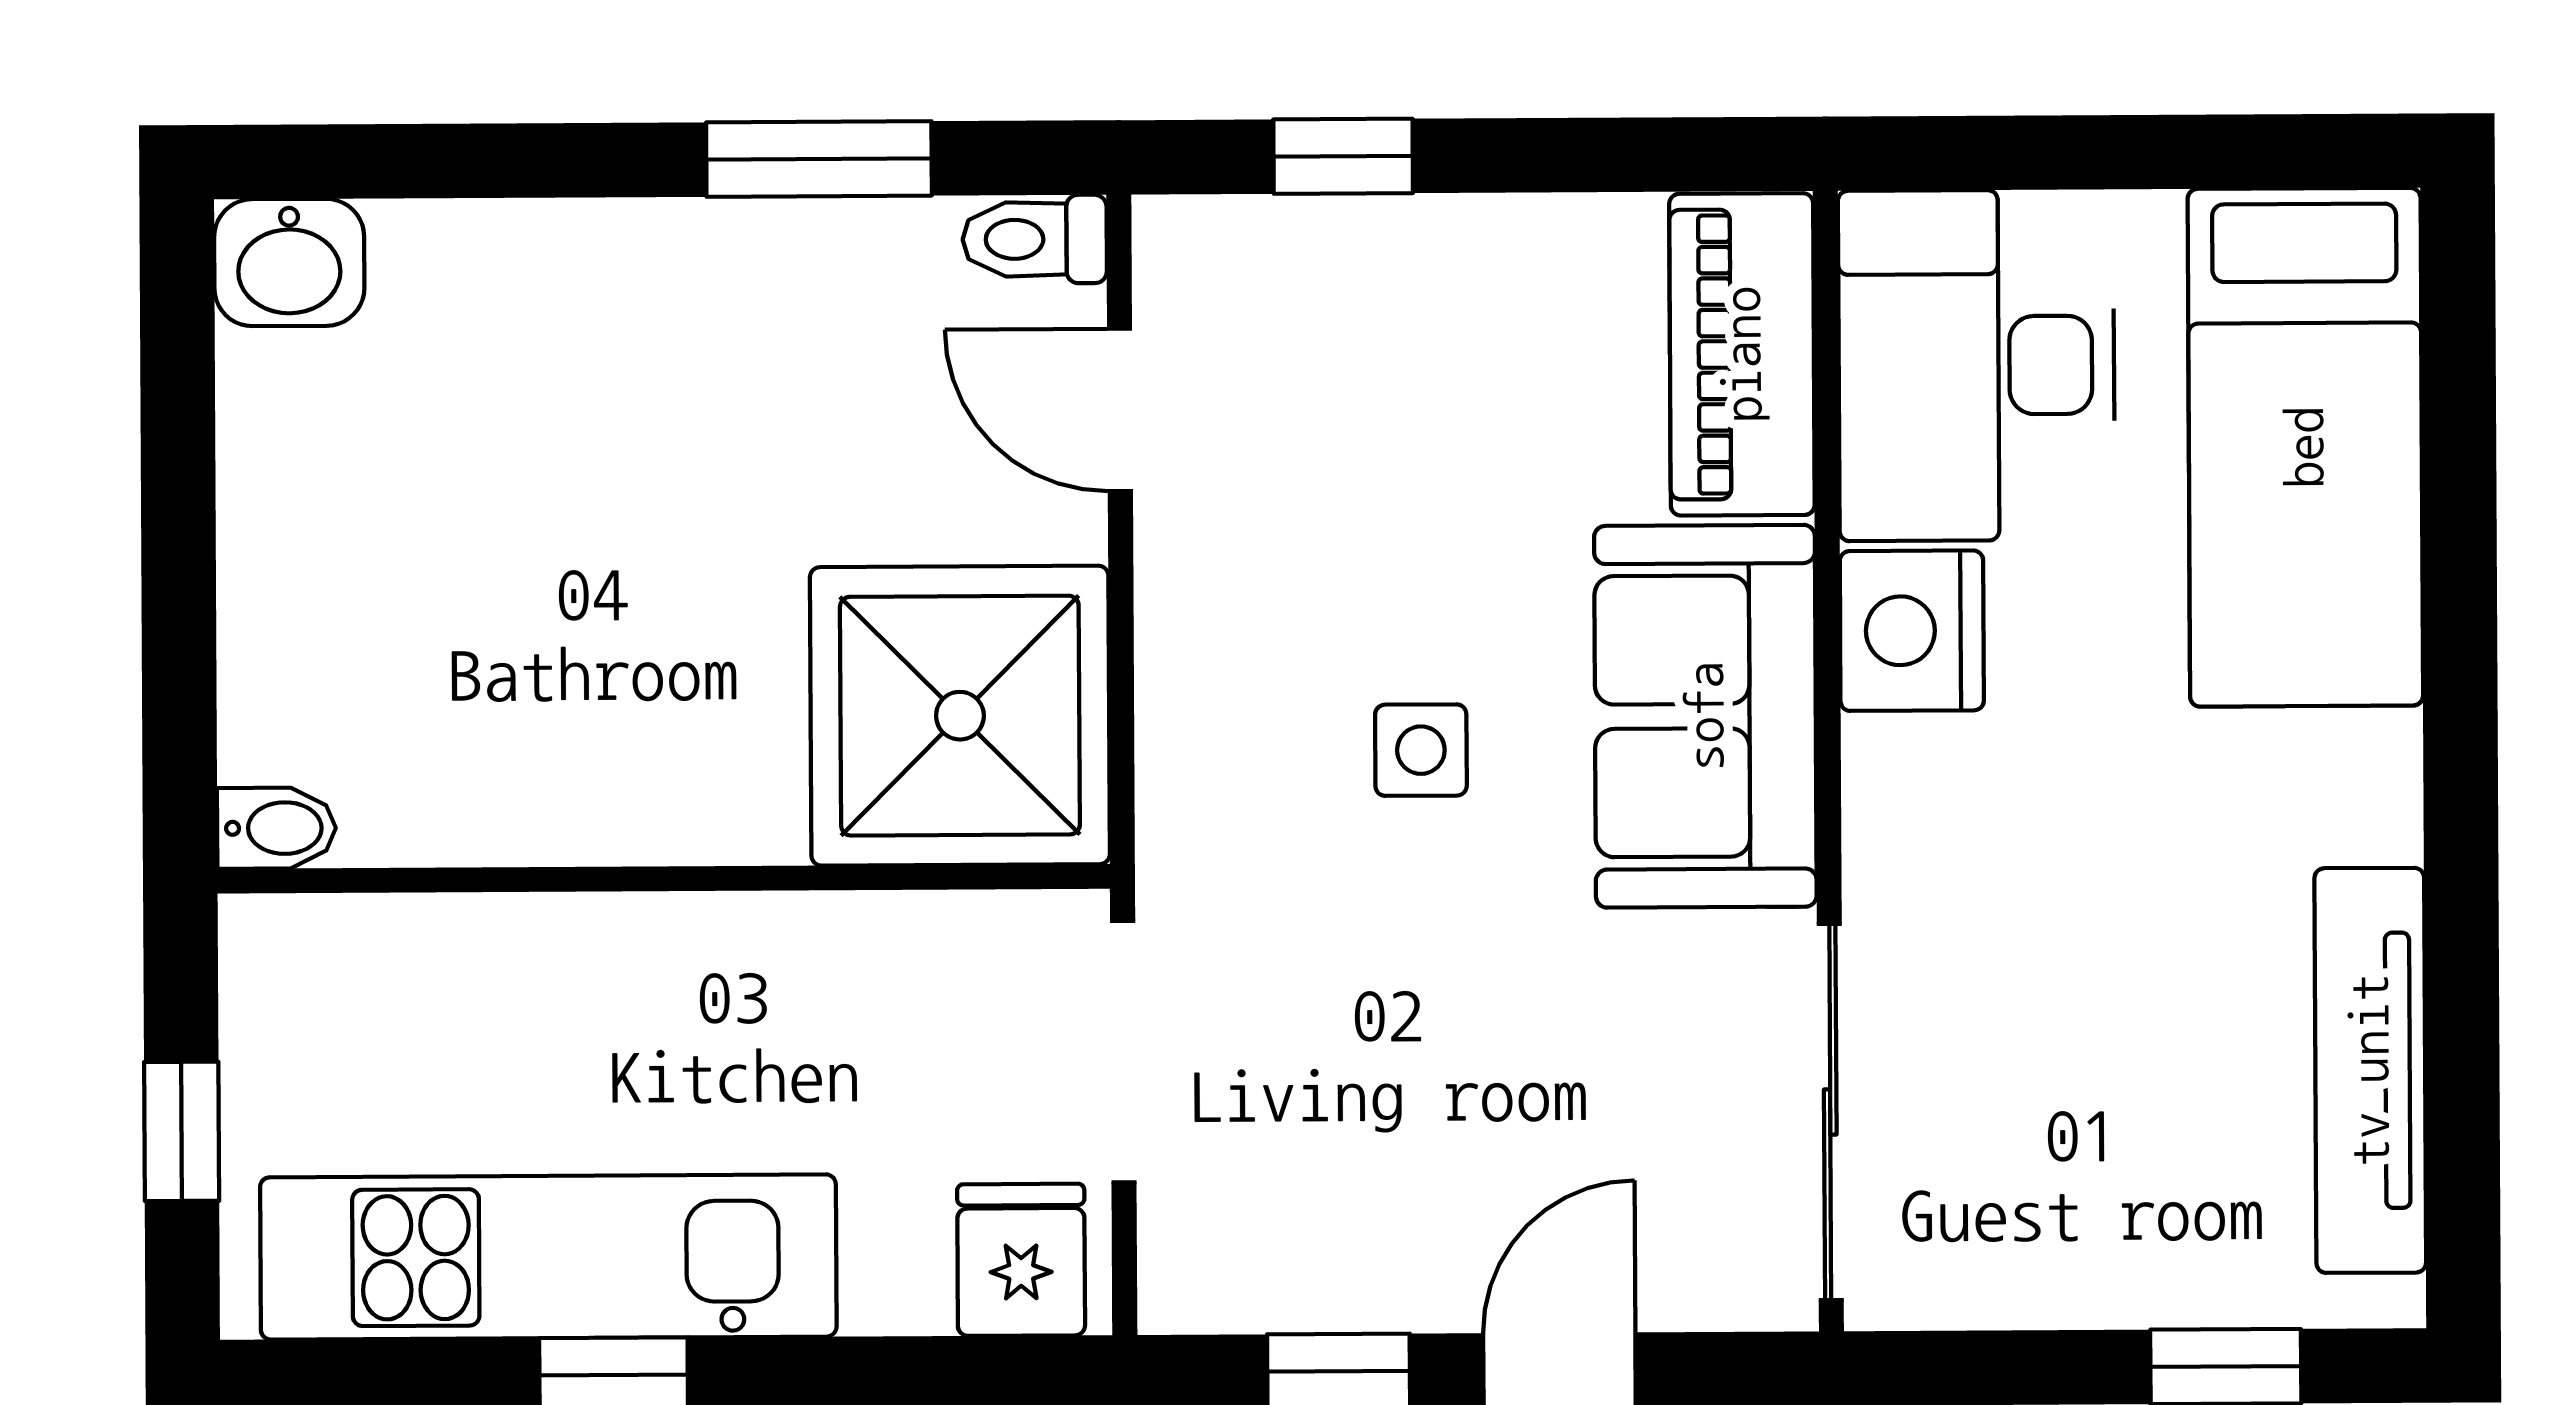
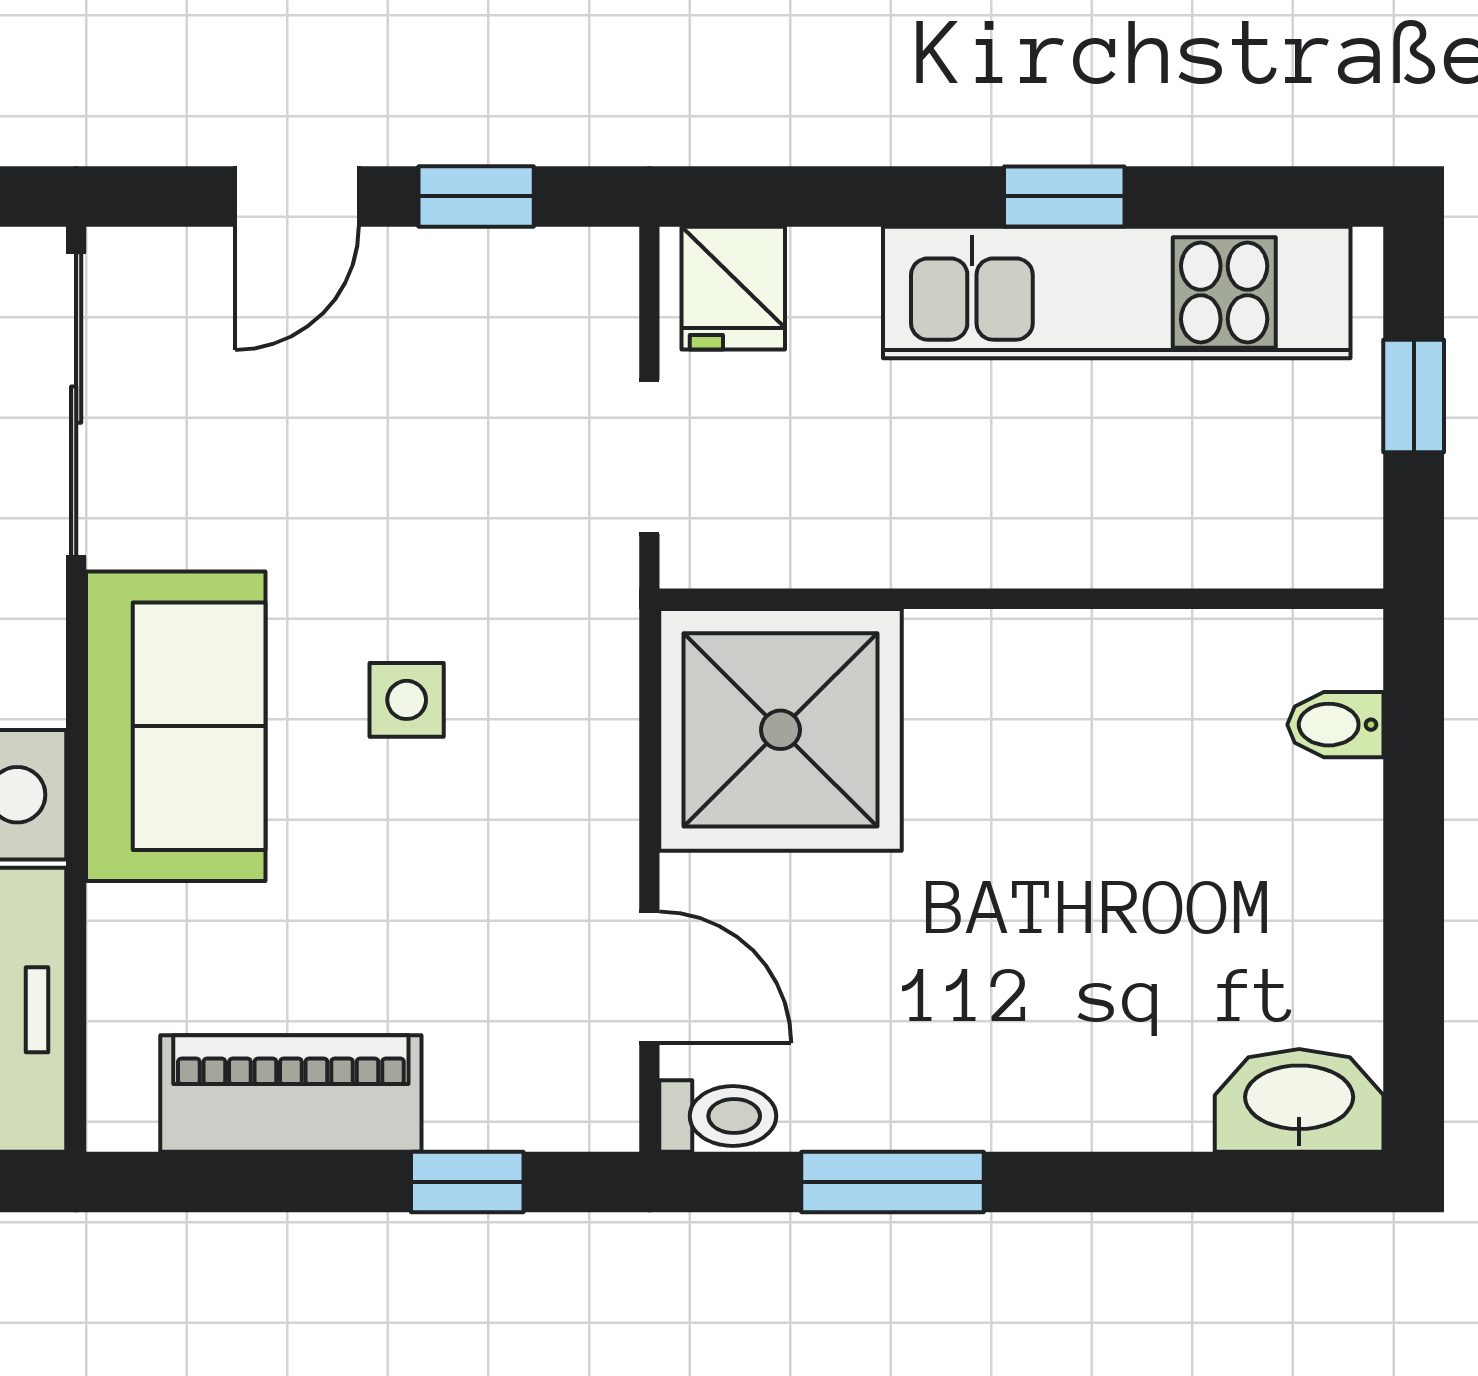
washbasin: (289, 262) -> (1299, 1100), width x1.38
piano: (1742, 354) -> (291, 1093), moved, turned -90
bidet: (276, 828) -> (1335, 725), moved
doorway: (1123, 1052) -> (649, 457), width x0.73

